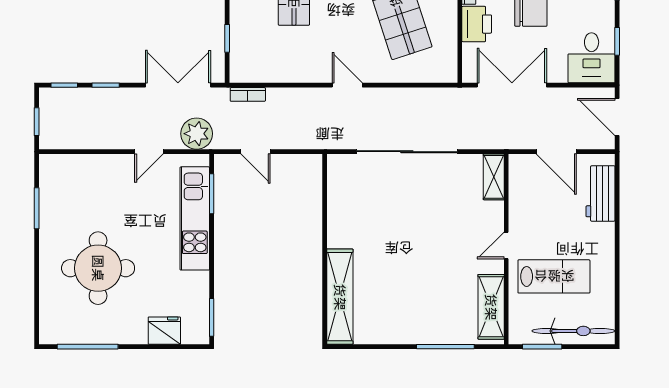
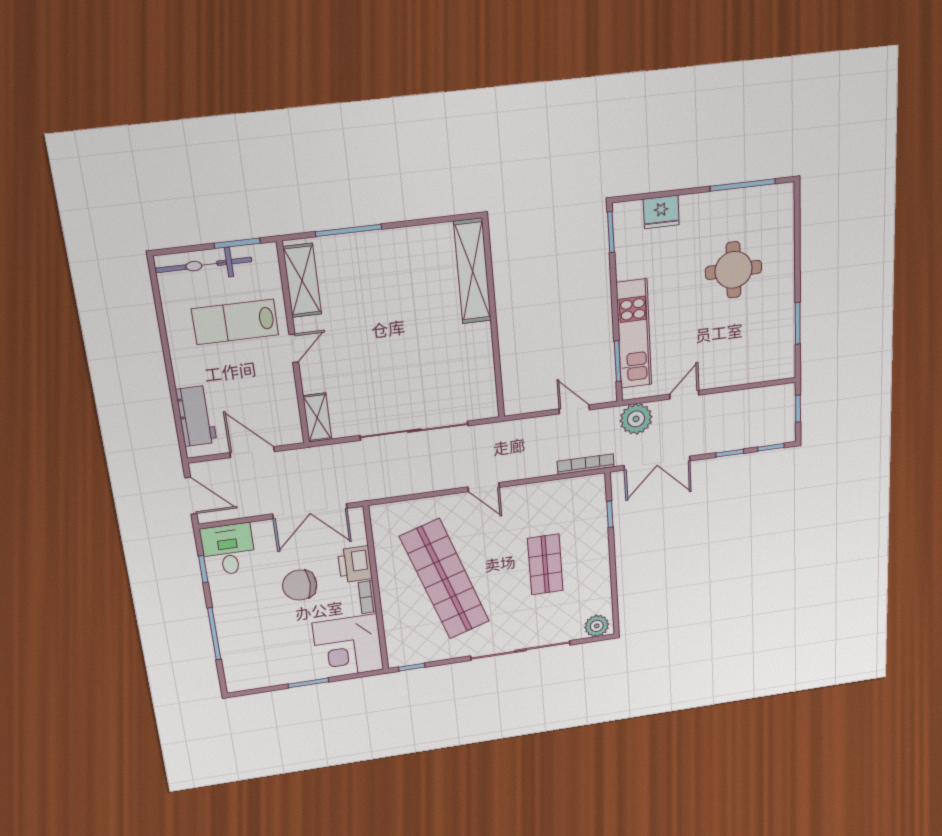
bookcase: (248, 94) -> (586, 464), width x1.56
round table: (98, 268) -> (733, 270), width x0.73, depth x0.73

